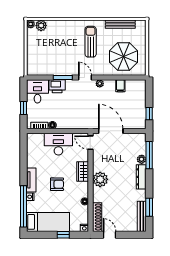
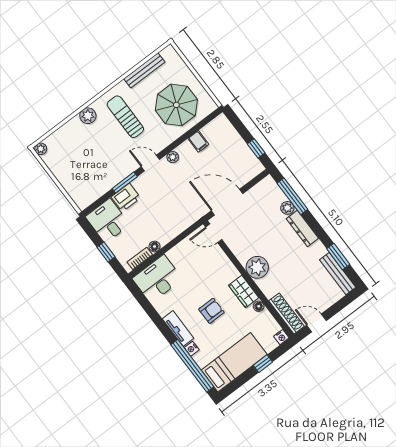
plant: (41, 25) -> (88, 116), moved
desk: (58, 144) -> (157, 279), moved
wardrobe: (83, 171) -> (244, 291), moved

